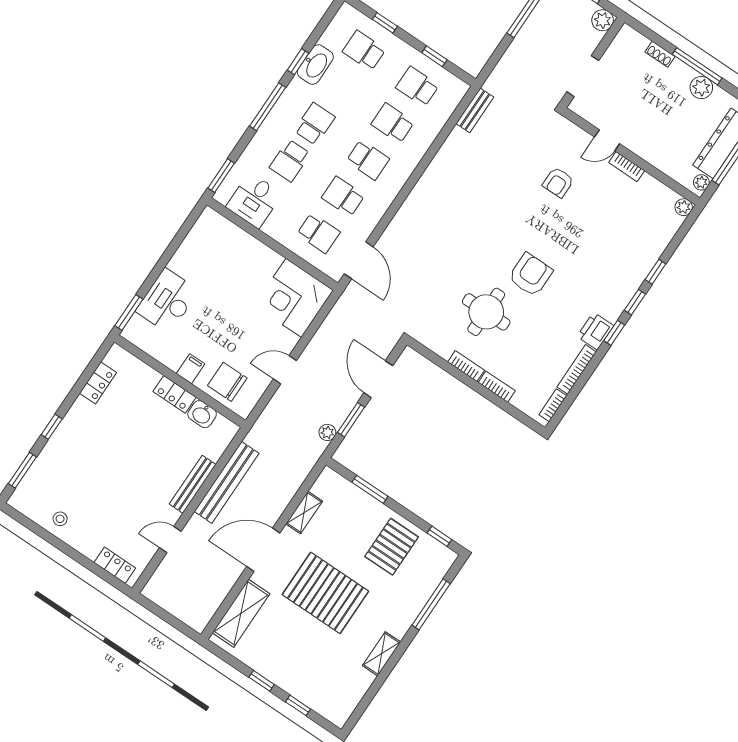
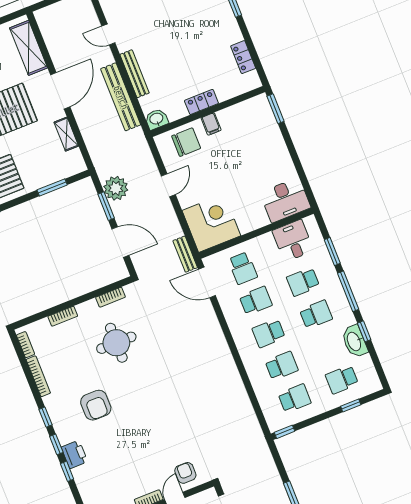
school desk: (364, 51) -> (342, 379), turned 180
window: (434, 56) -> (285, 432), moved
bench: (475, 110) -> (185, 254), moved
school desk: (315, 124) -> (316, 314), turned -90
school desk: (290, 161) -> (303, 282), turned -90
window: (221, 176) -> (332, 251), moved
armchair: (558, 182) -> (185, 473), moved
school desk: (318, 233) -> (243, 268), turned -90
armchair: (530, 275) -> (96, 405), moved
desk: (167, 301) -> (285, 200), moved, turned 90
printer: (595, 331) -> (74, 454), moved
bookcase: (466, 366) -> (110, 297), moved
washbasin: (202, 414) -> (156, 119), moved
plant: (327, 432) -> (116, 188), width x1.88, depth x1.88
door: (170, 540) -> (108, 34), swing flipped

